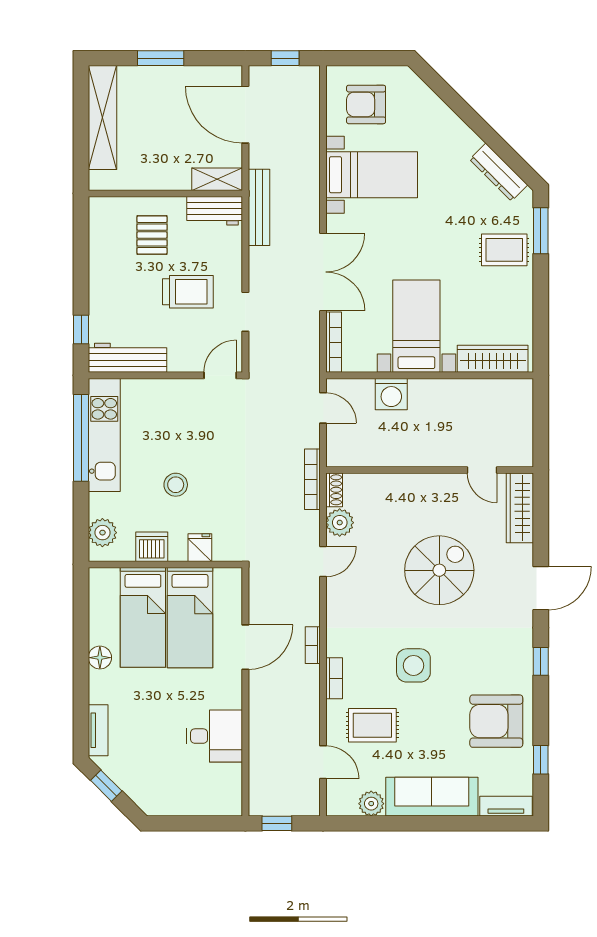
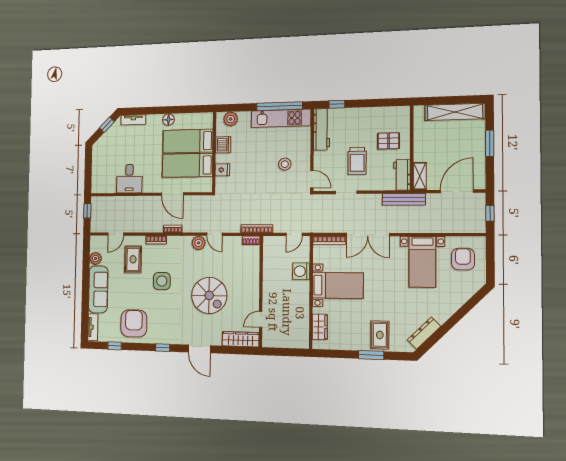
window: (541, 231) -> (371, 355), moved
wardrobe: (493, 359) -> (320, 327), width x0.67
stool: (176, 485) -> (285, 164), moved
plant: (340, 523) -> (199, 243), moved

